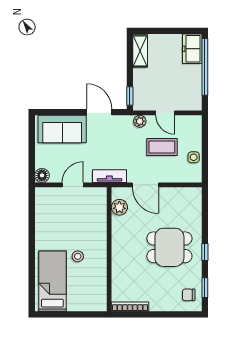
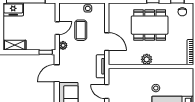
door: (145, 185) -> (107, 42), hinge flipped
plant: (119, 207) -> (147, 59), moved
dining table: (169, 247) -> (150, 25), width x1.38

